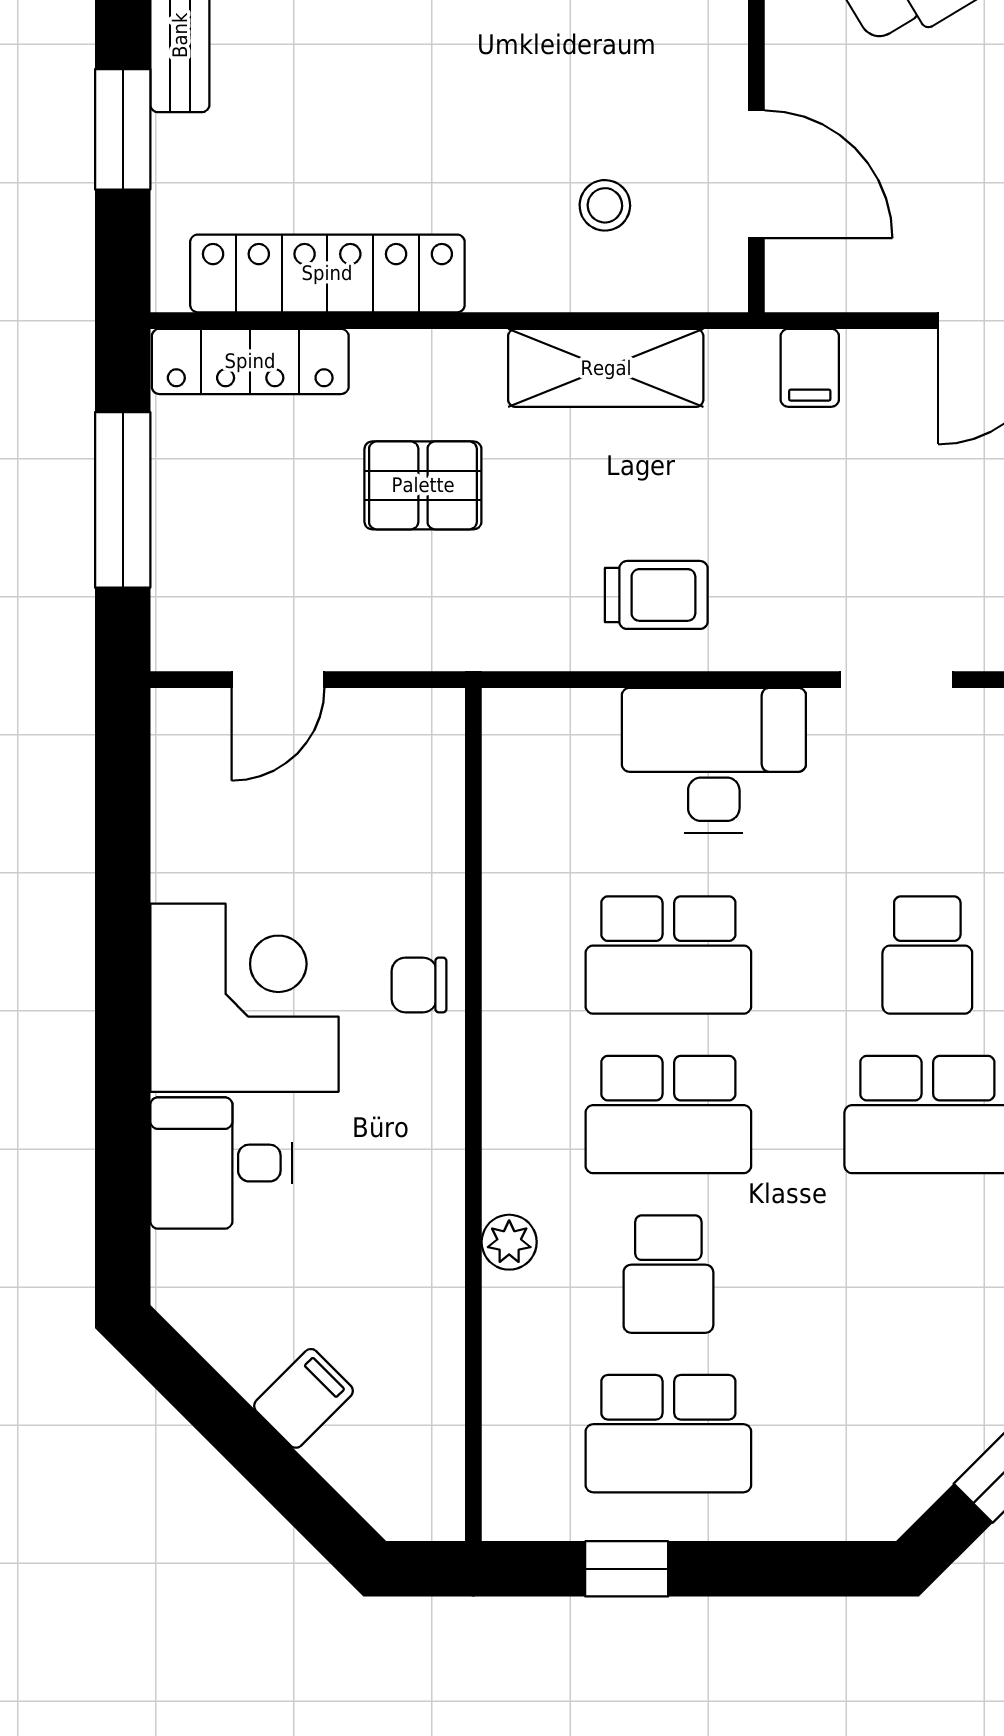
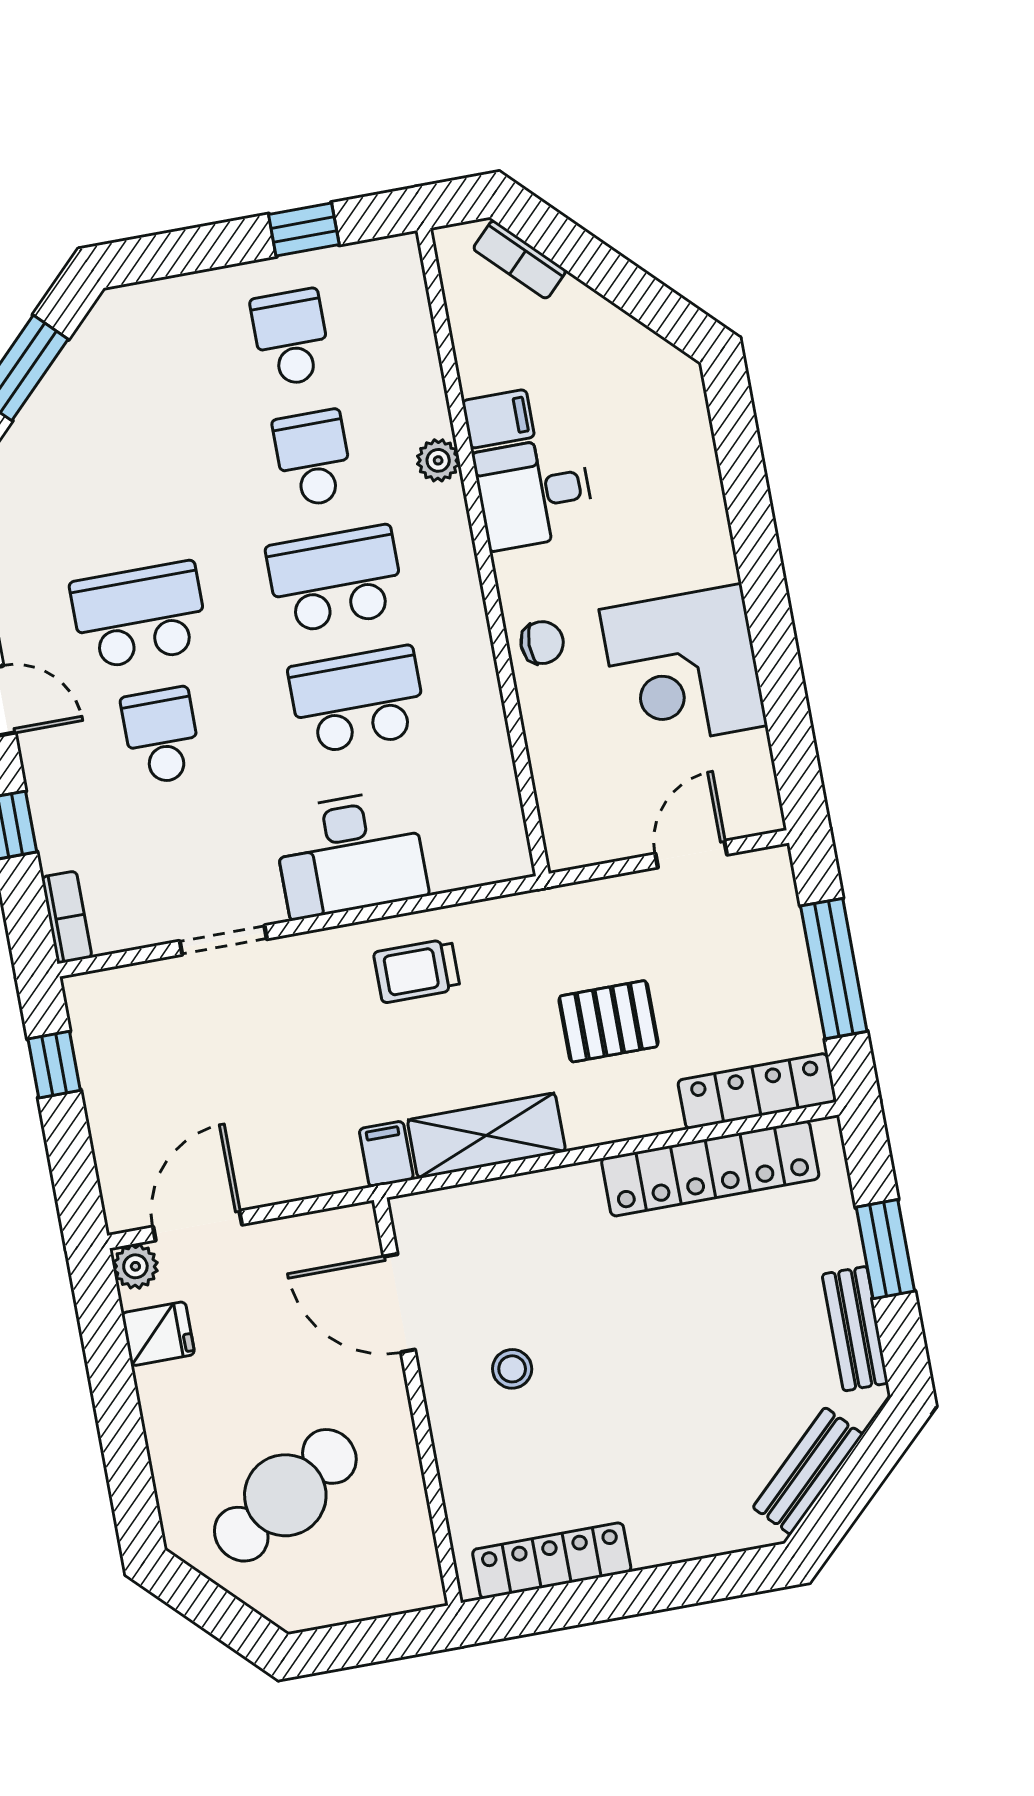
stool: (605, 205) -> (512, 1369), moved
filing cabinet: (810, 368) -> (386, 1154), moved
corner desk: (244, 998) -> (683, 667), moved
desk: (221, 1163) -> (534, 493), moved, turned 180
filing cabinet: (303, 1398) -> (498, 419), moved, turned -135
school desk: (668, 1434) -> (291, 338), width x0.54
bookcase: (358, 1480) -> (520, 260), added

